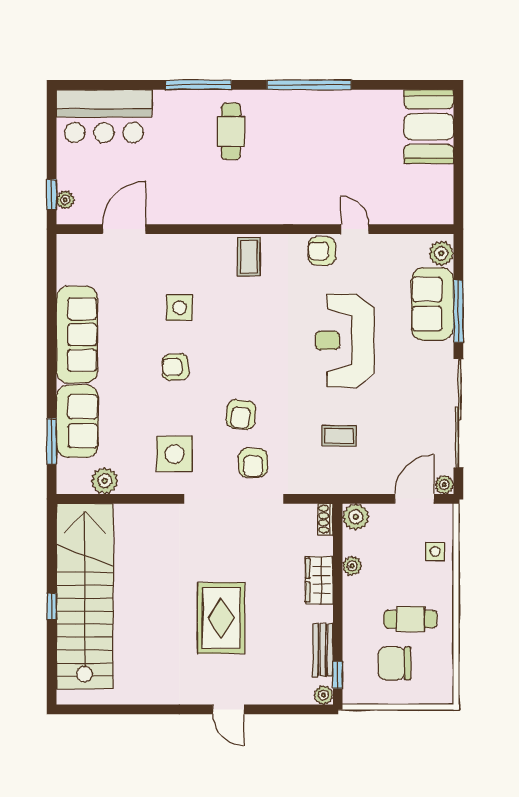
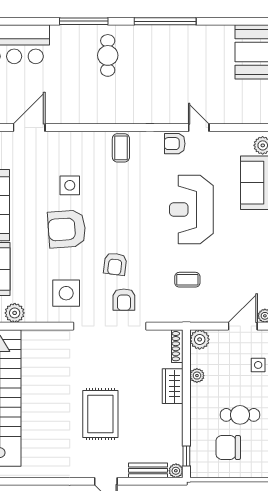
armchair: (175, 367) -> (67, 229), width x1.88, depth x1.88
shoe rack: (325, 519) -> (177, 346), width x1.43
bench: (323, 650) -> (148, 470), moved, turned 90

